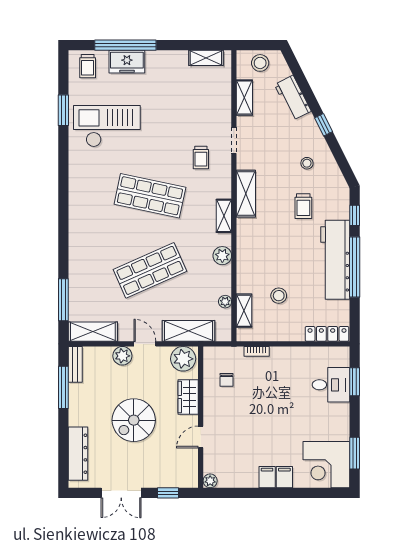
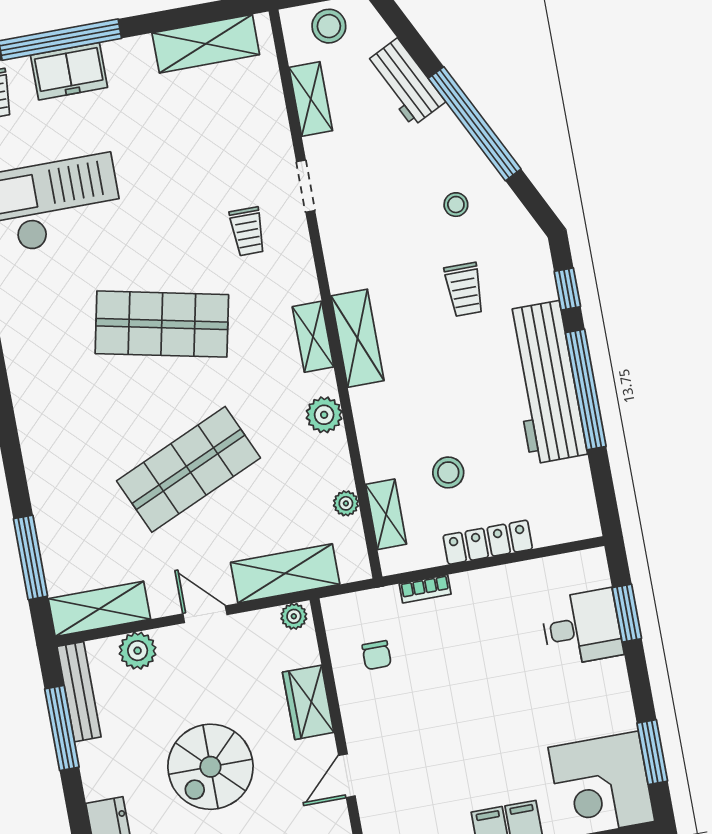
shelving: (206, 58) -> (206, 44), width x1.50, depth x1.33
window: (324, 125) -> (475, 124), width x3.17
shelving: (246, 194) -> (358, 338), moved
locker: (327, 334) -> (488, 542), moved
plant: (122, 356) -> (138, 651), moved
plant: (183, 359) -> (294, 616), width x0.53, depth x0.53
bench: (75, 364) -> (79, 692), width x1.36

